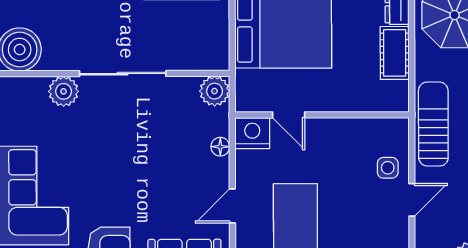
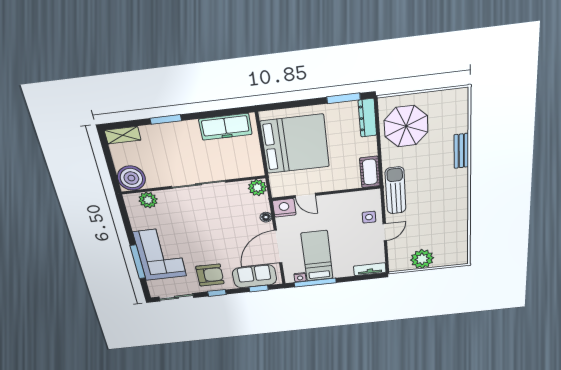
cot: (395, 53) -> (370, 172), moved
plant: (64, 91) -> (148, 200), moved
door: (232, 206) -> (278, 247), width x1.87

